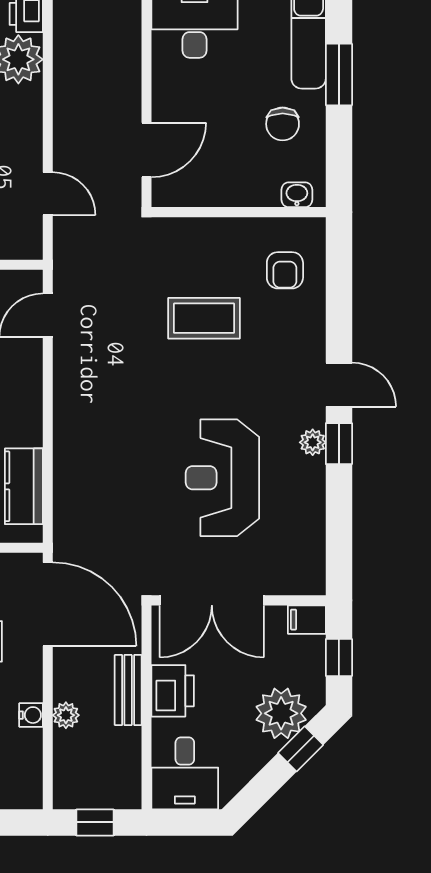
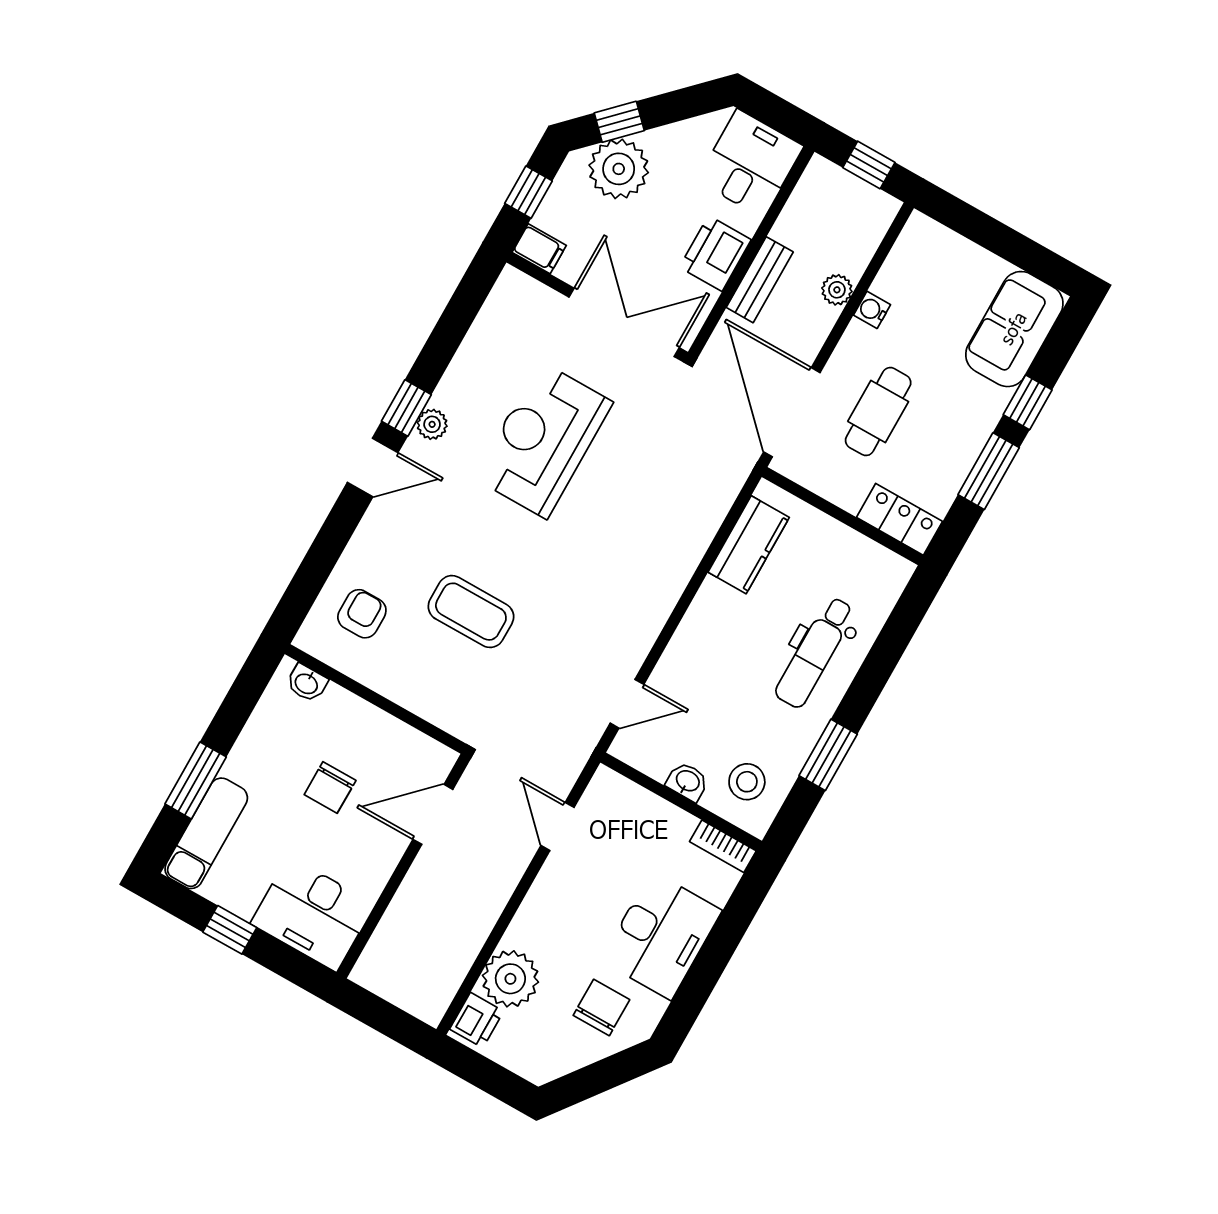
chair: (283, 124) -> (330, 788), moved, turned 180
door: (339, 385) -> (373, 468), swing flipped
reception desk: (222, 478) -> (543, 440), turned 180

